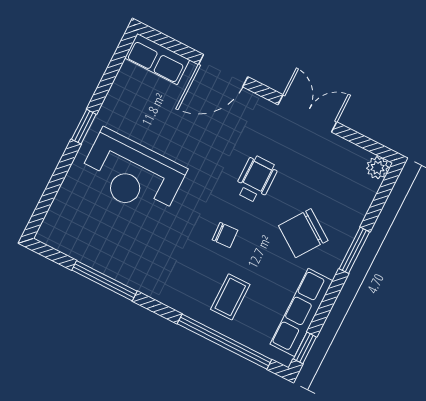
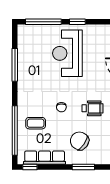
window: (52, 189) -> (43, 22), added

